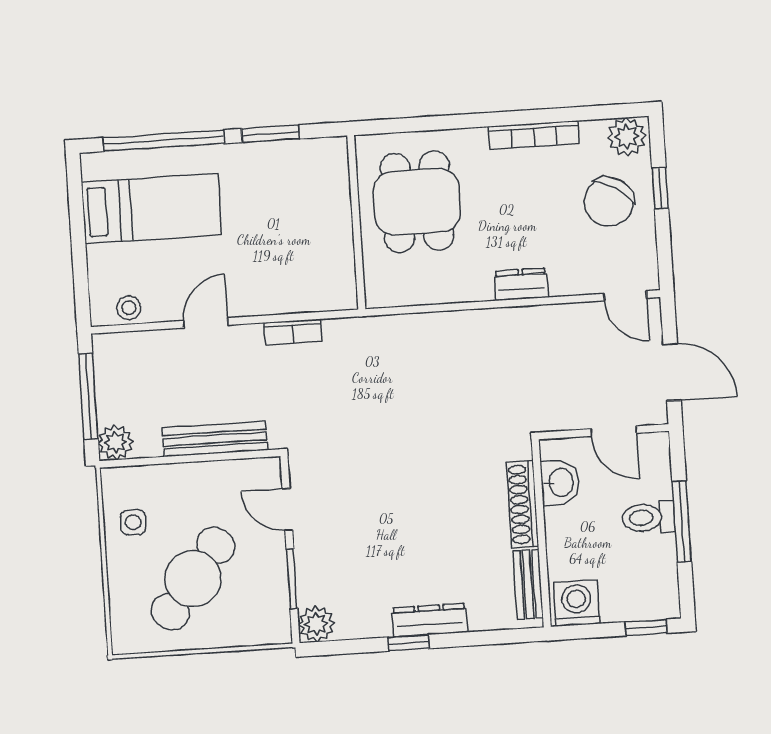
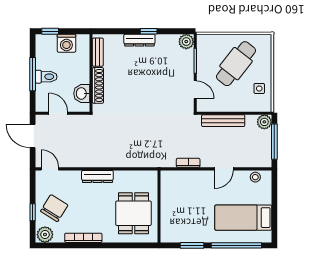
dresser: (521, 284) -> (97, 176), width x1.44
washing machine: (577, 603) -> (66, 43), moved

